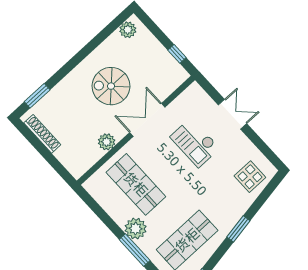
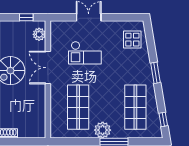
plant: (107, 142) -> (39, 34), moved
shop shelf: (136, 184) -> (78, 107), turned 90

